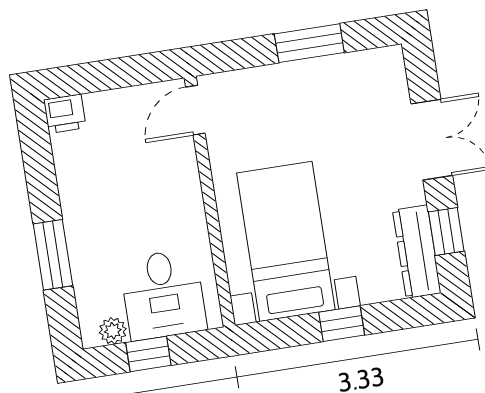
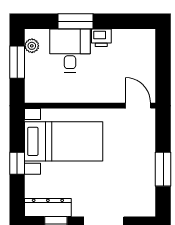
printer: (65, 114) -> (101, 38), moved, turned -90
desk: (163, 294) -> (70, 51), moved, turned 90
window: (148, 354) -> (17, 62), width x1.50

